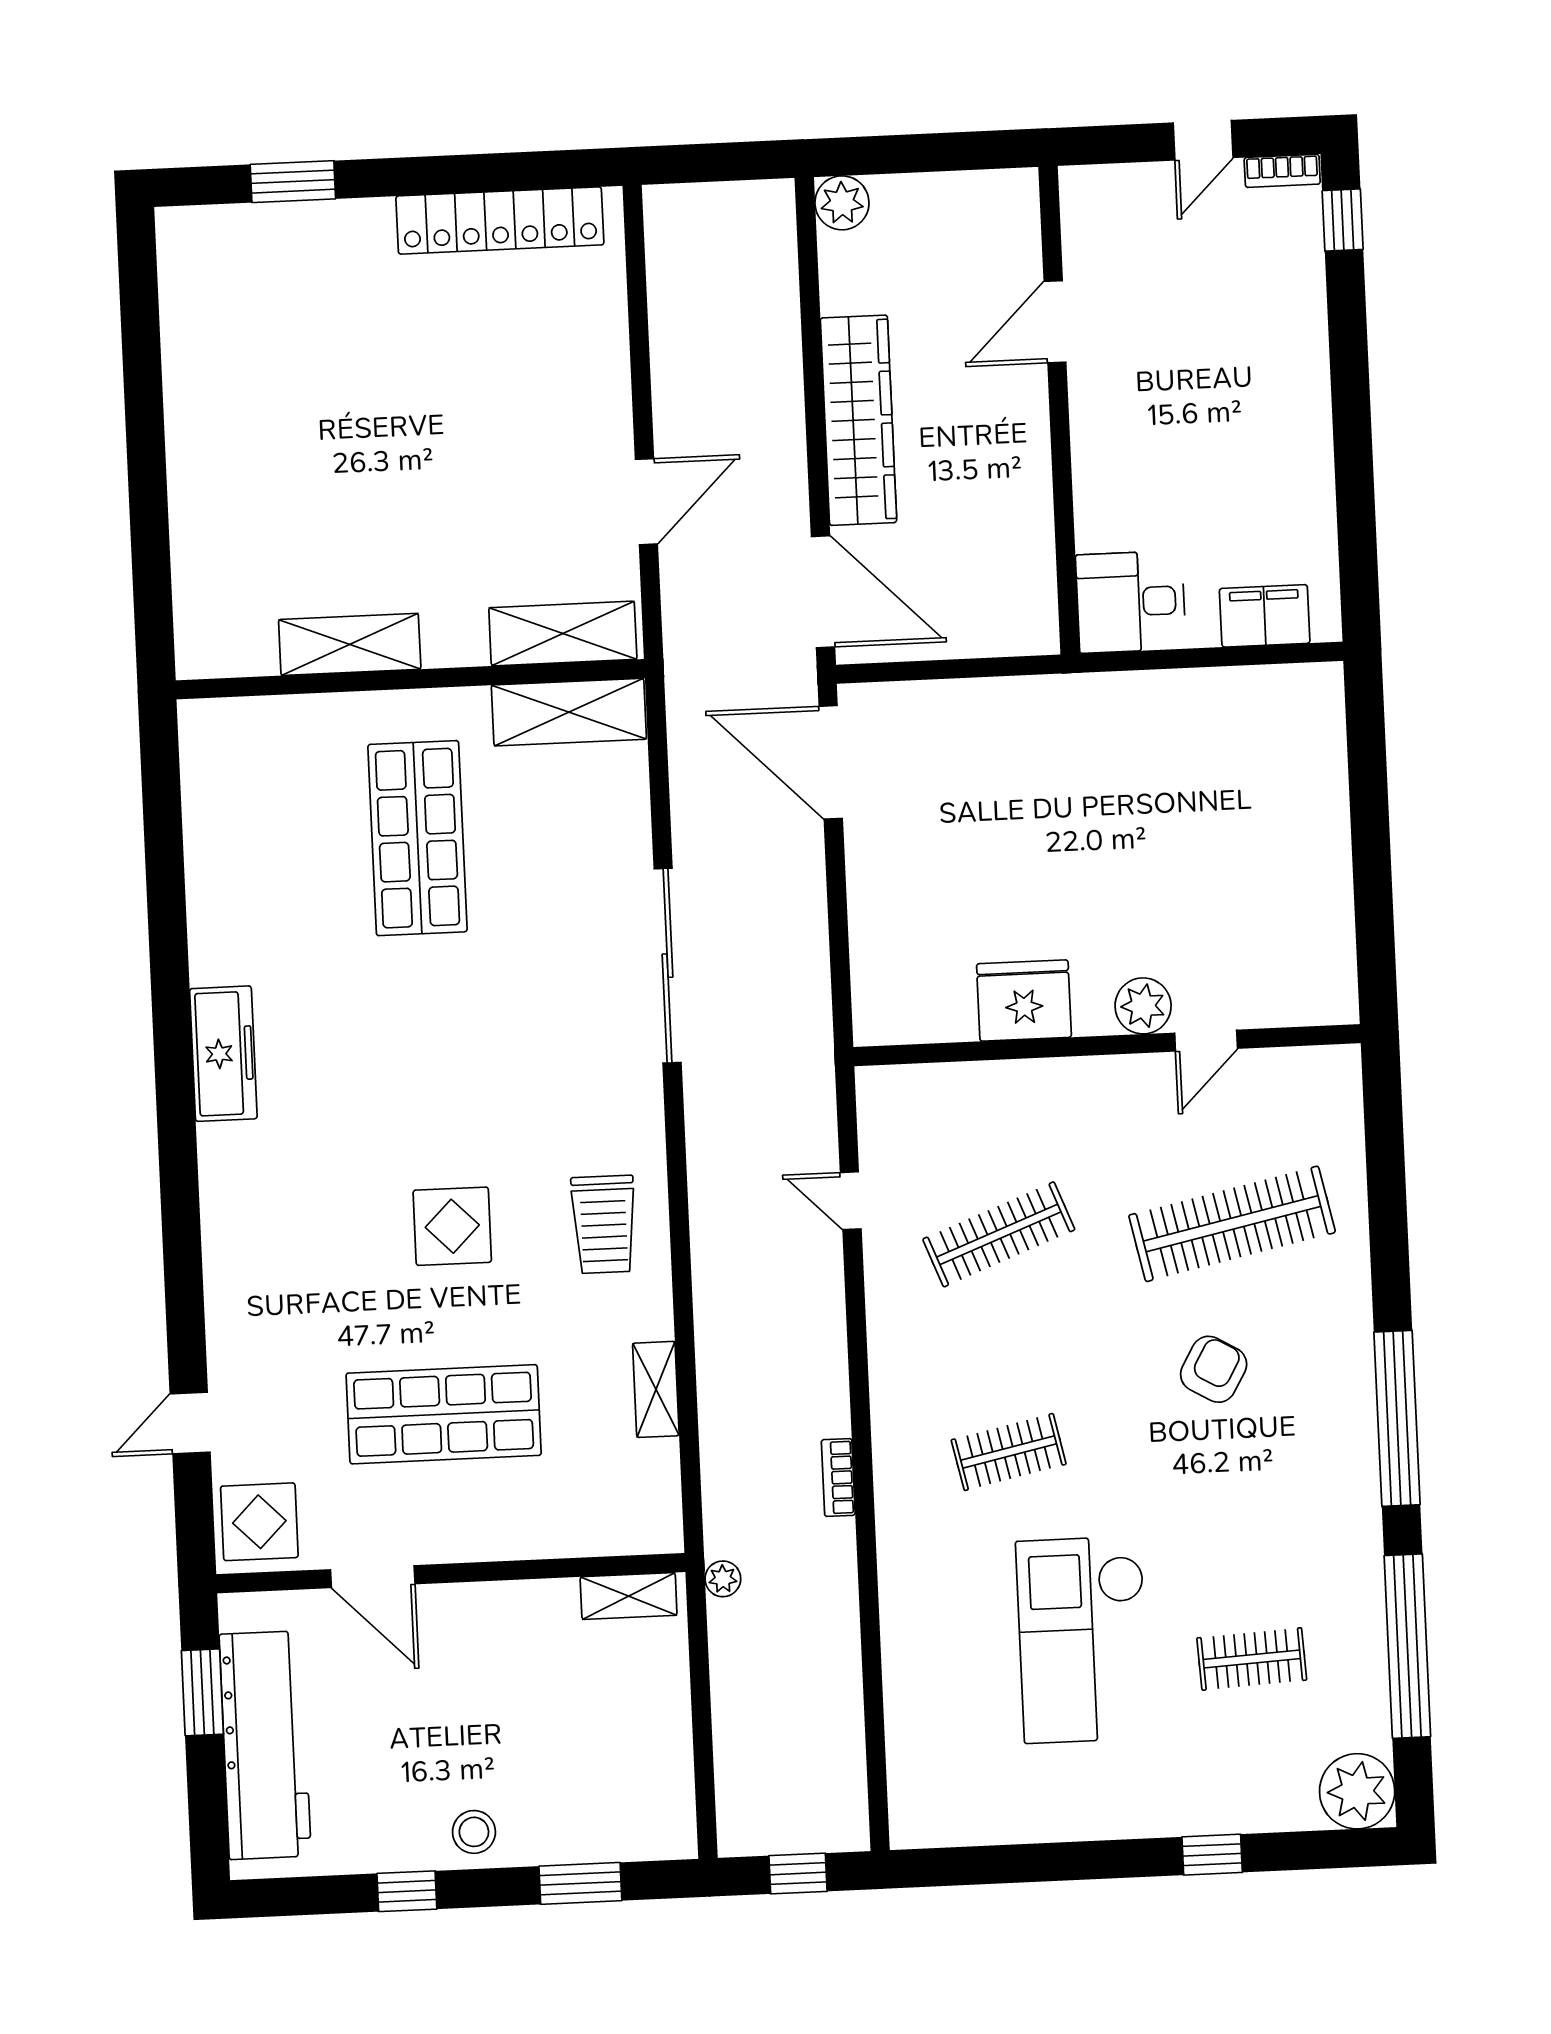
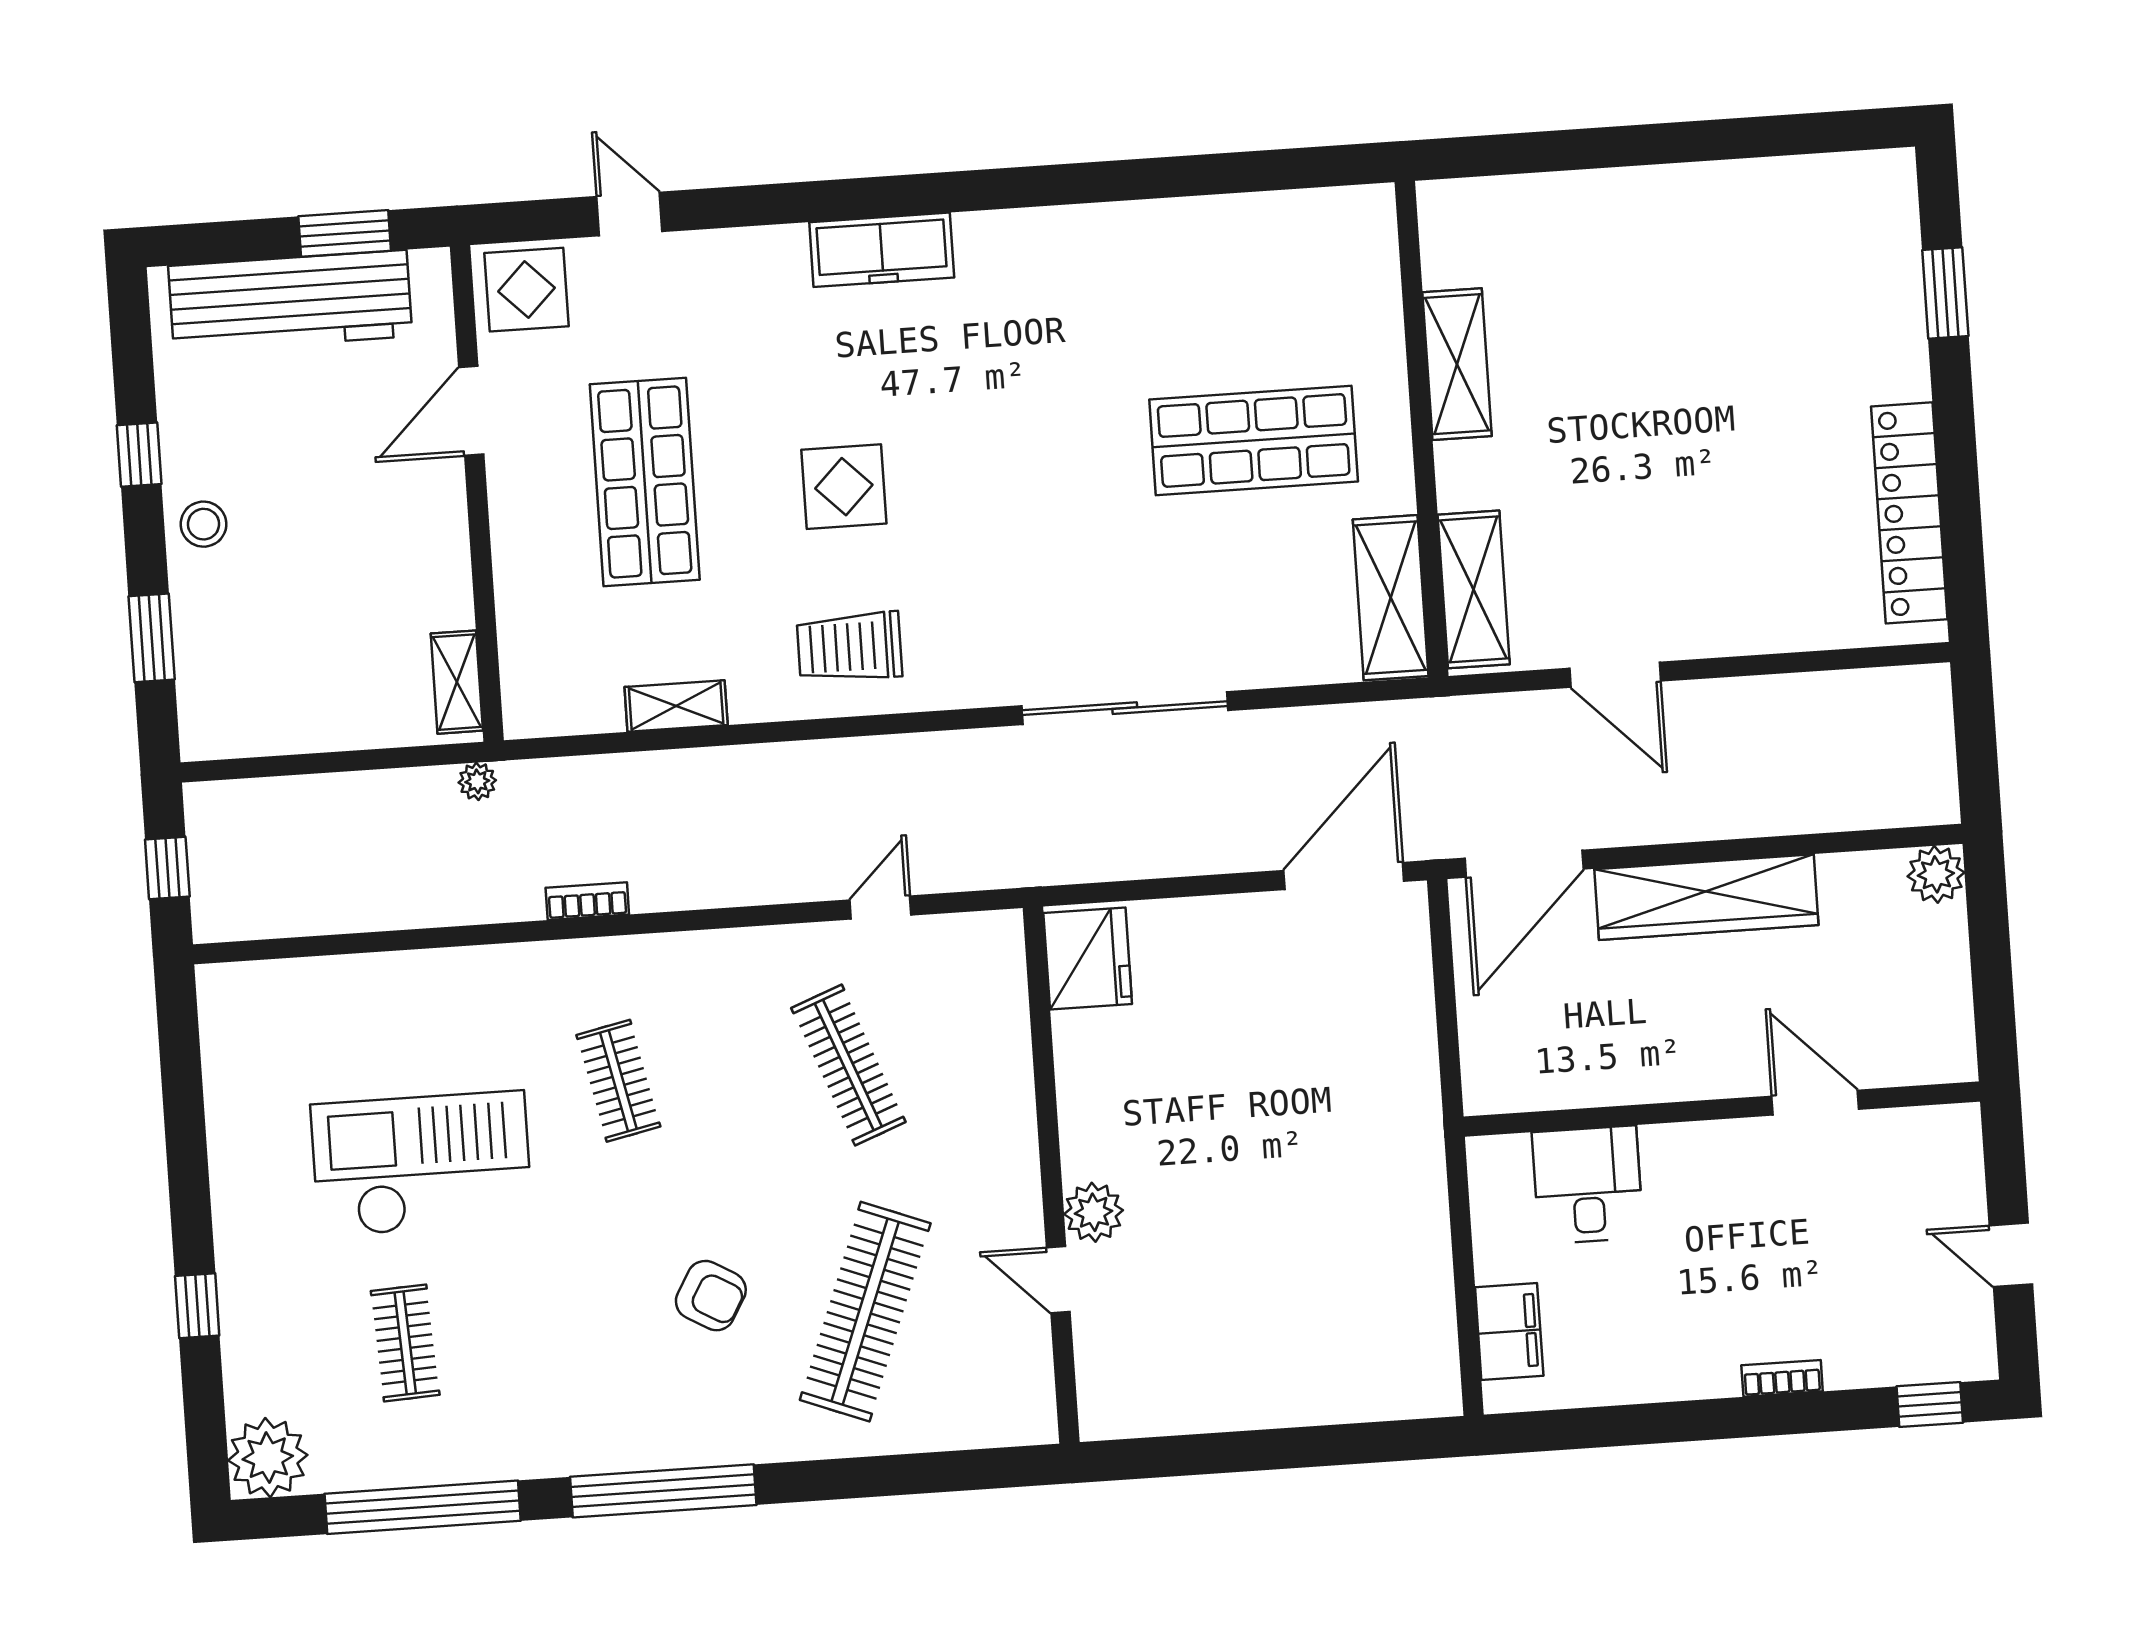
bookcase: (1282, 171) -> (1782, 1378), moved, turned 90
desk: (1131, 602) -> (1588, 1185), moved
fridge: (1024, 1001) -> (1088, 959), moved
freezer: (223, 1054) -> (882, 250), moved
clothes rail: (1232, 1224) -> (865, 1312), turned 33

